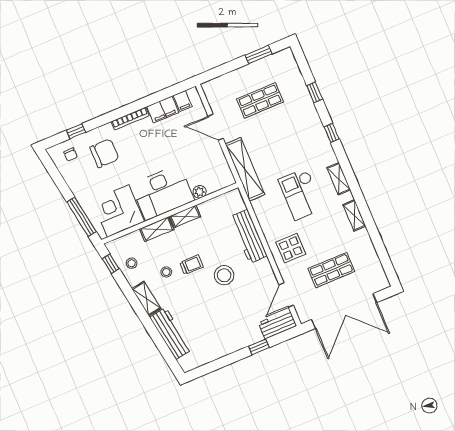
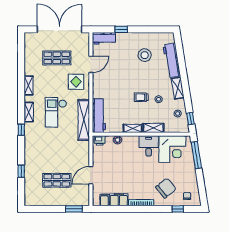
window: (259, 54) -> (74, 209), moved
door: (216, 127) -> (91, 175), swing flipped
window: (332, 133) -> (21, 130), moved
chair: (104, 153) -> (166, 188), turned 141
shelving: (245, 169) -> (84, 120), moved
printer: (224, 181) -> (100, 140), added
desk: (163, 192) -> (149, 146), width x0.53, depth x0.77
checkout: (301, 194) -> (56, 112), turned 180
workbench: (249, 236) -> (99, 116), moved
stool: (224, 275) -> (145, 55), moved
door: (286, 295) -> (91, 64), moved

